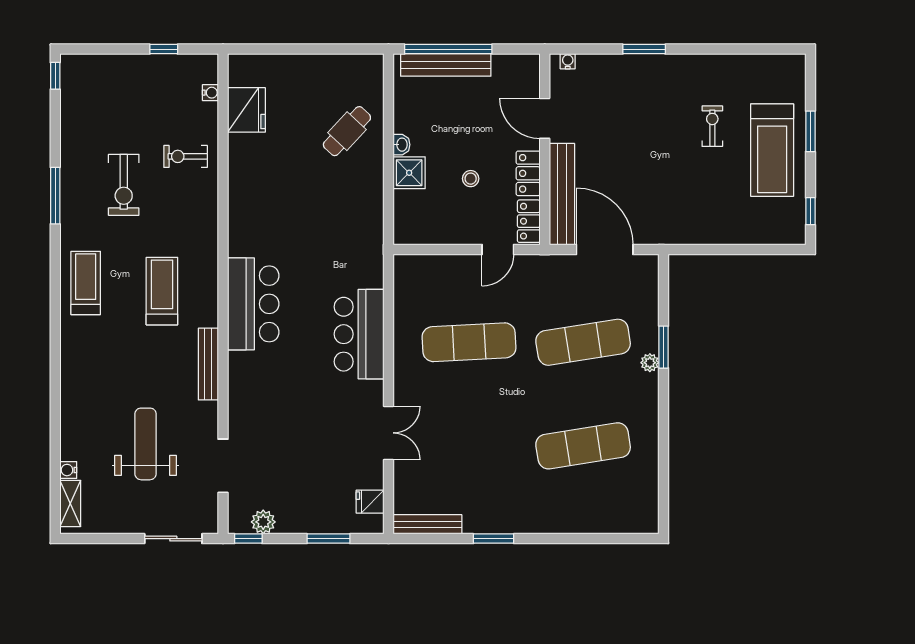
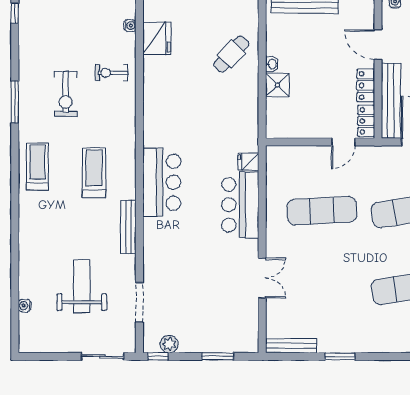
stool: (471, 179) -> (323, 89), removed
fridge: (370, 502) -> (248, 162), moved
shelving: (70, 503) -> (26, 330), removed

